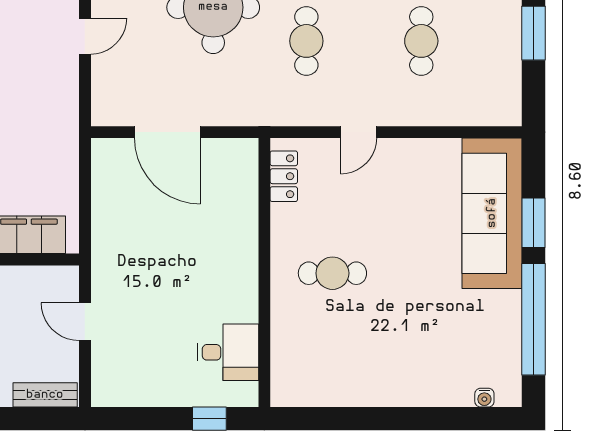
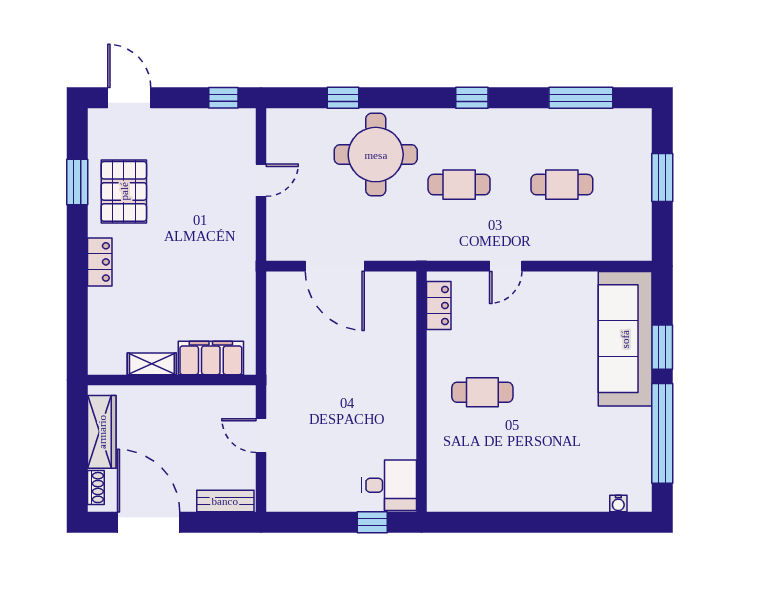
cafe table: (306, 41) -> (459, 185), turned 90
cafe table: (421, 41) -> (562, 185), turned 90
desk: (228, 352) -> (389, 485), moved

